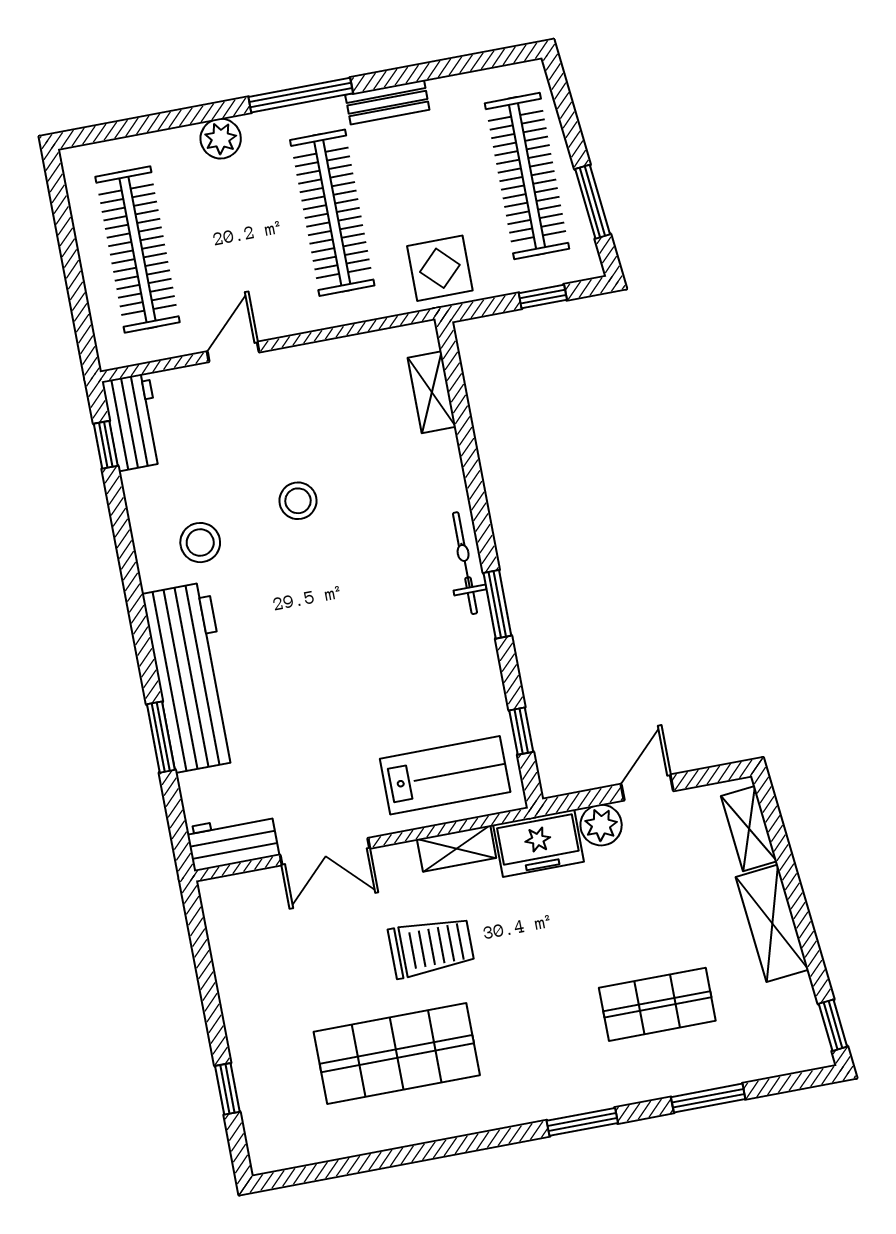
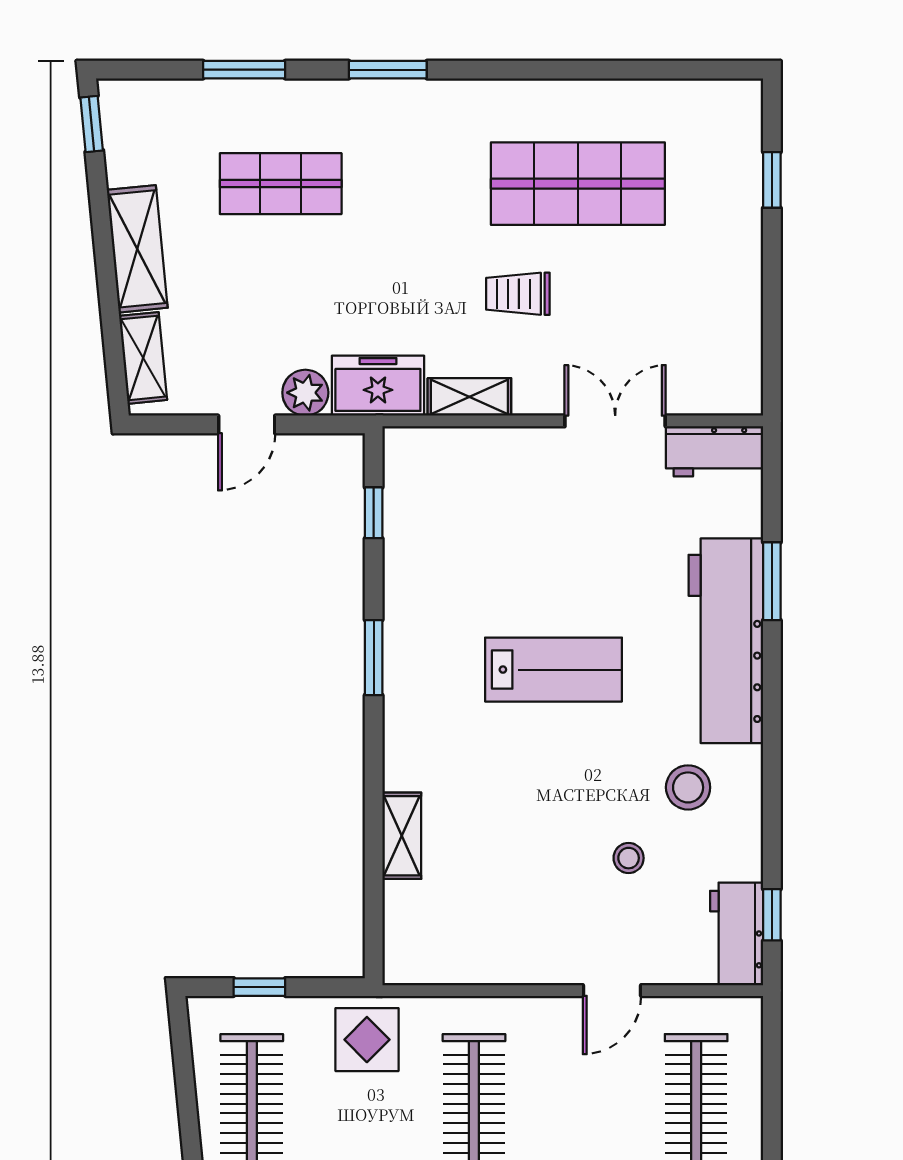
window: (593, 202) -> (185, 1081), removed
shelving: (432, 392) -> (402, 836), moved
stool: (298, 501) -> (629, 858), moved, width x0.73, depth x0.73
bicycle: (465, 563) -> (401, 710), removed
lab bench: (445, 775) -> (554, 670), moved, turned 180
trolley: (431, 947) -> (518, 294), width x0.73, depth x0.72

